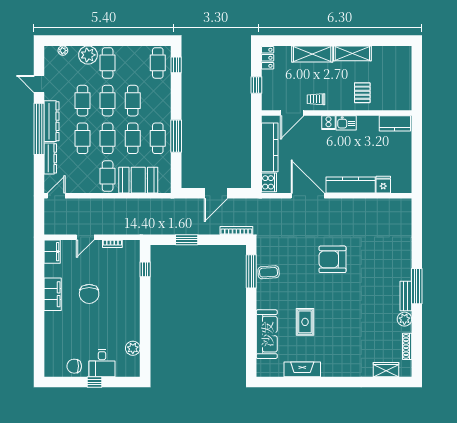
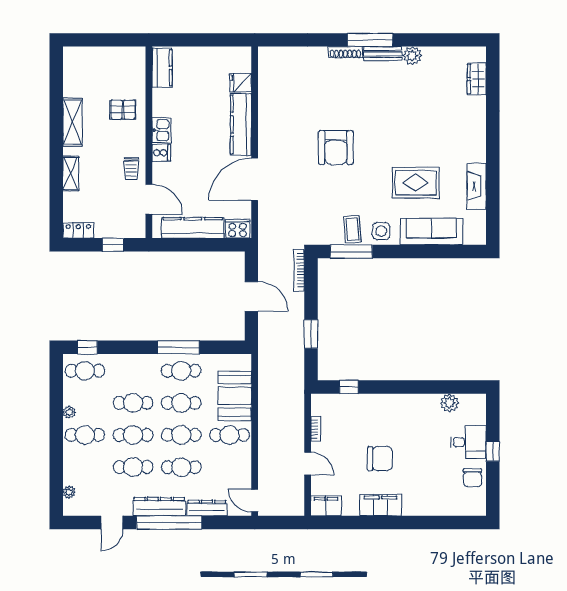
shelving: (312, 54) -> (71, 173), width x0.67, depth x0.75
plant: (88, 55) -> (69, 412), moved, width x0.53, depth x0.53
side table: (267, 295) -> (381, 231), added
rug: (305, 322) -> (416, 183), width x1.36, depth x1.43
shoe rack: (407, 346) -> (345, 52), moved

